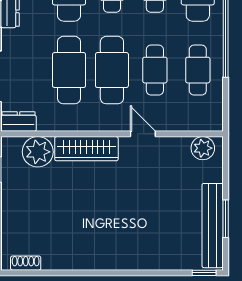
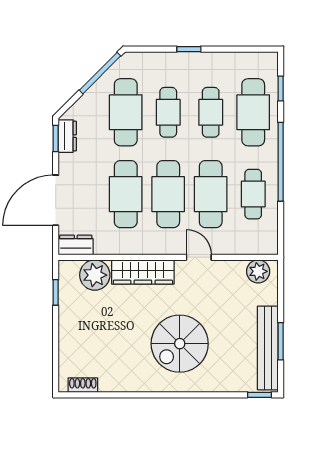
cafe table: (155, 70) -> (211, 194), width x1.37, depth x1.35
spiral stairs: (124, 221) -> (180, 344), added

